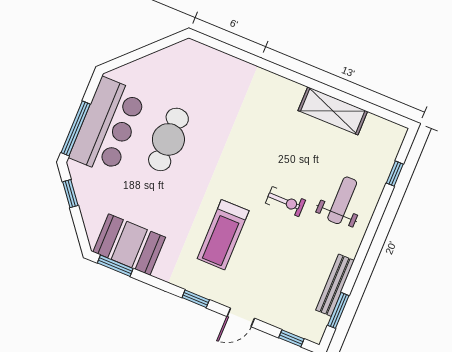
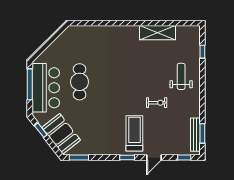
window: (76, 128) -> (30, 84), moved
exercise bike: (285, 202) -> (157, 103), moved
treadmill: (223, 235) -> (134, 133), moved, turned 180
booth: (129, 245) -> (61, 134), moved, turned 52
bench: (335, 285) -> (195, 135), moved

